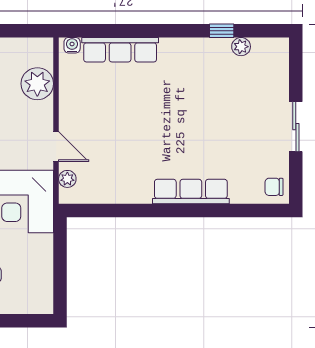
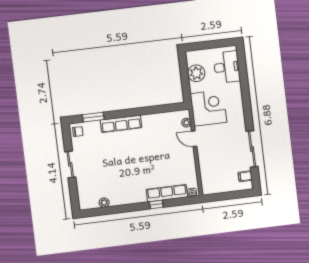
window: (222, 31) -> (156, 205), moved
plant: (37, 84) -> (196, 73), moved
window: (242, 211) -> (93, 117), added

